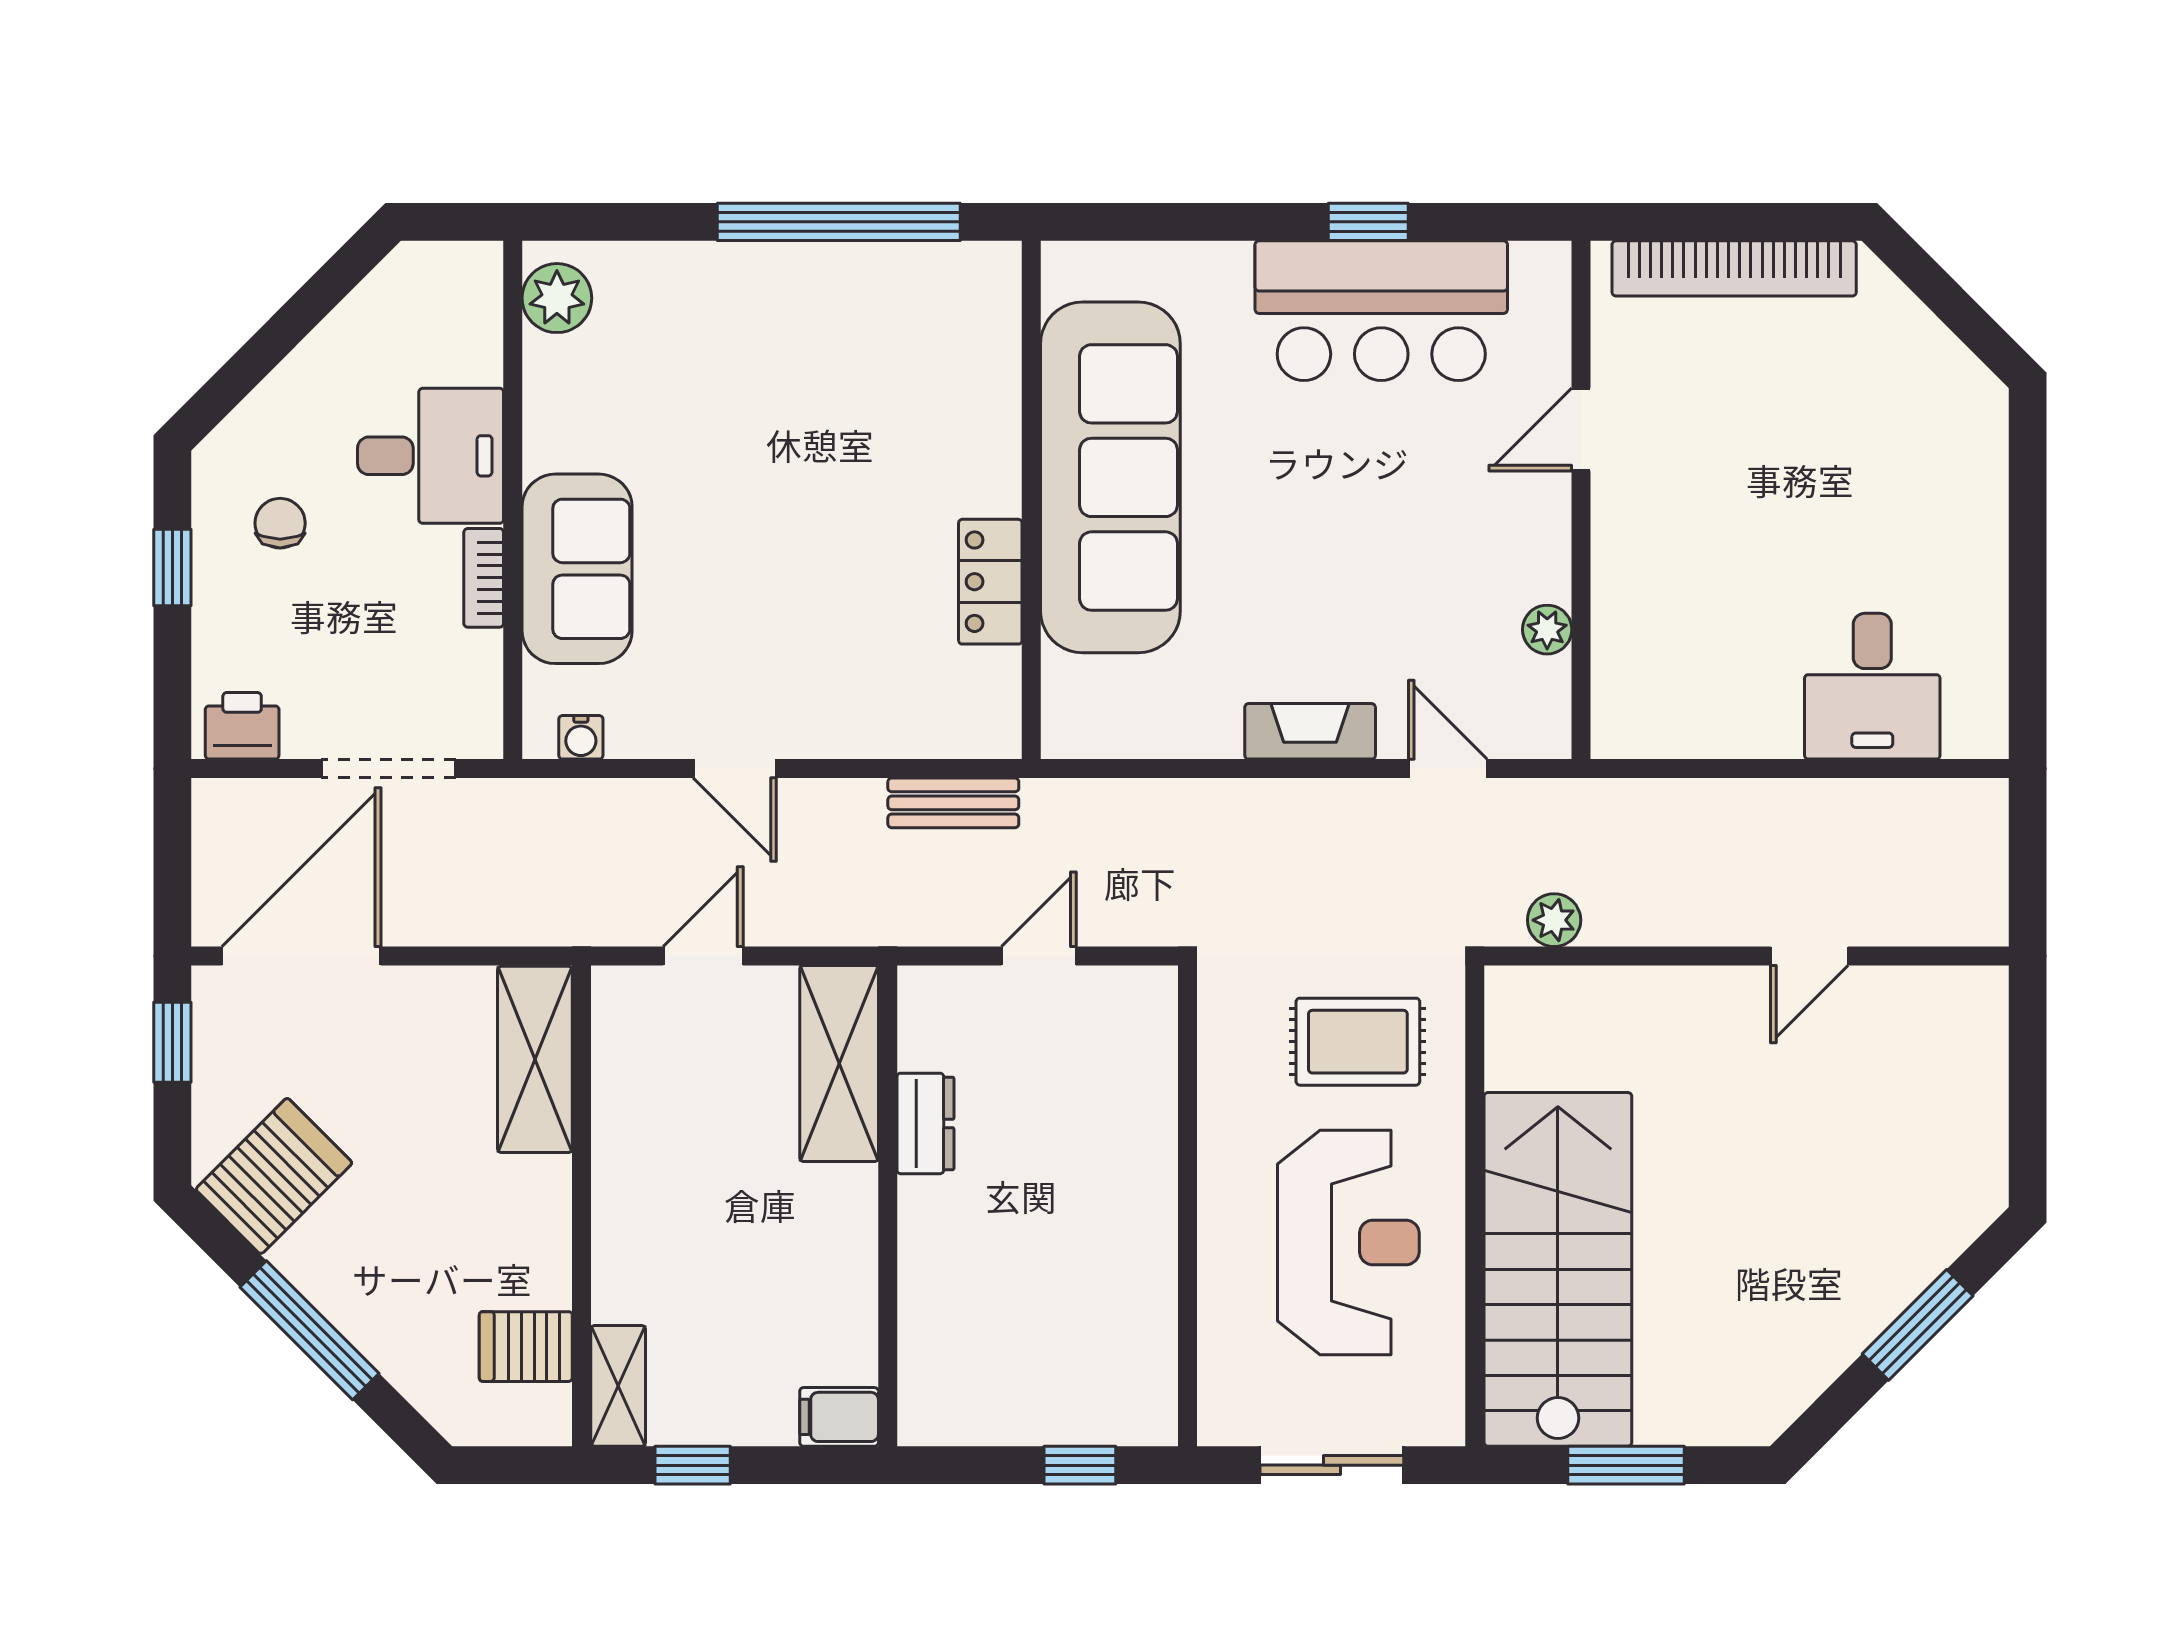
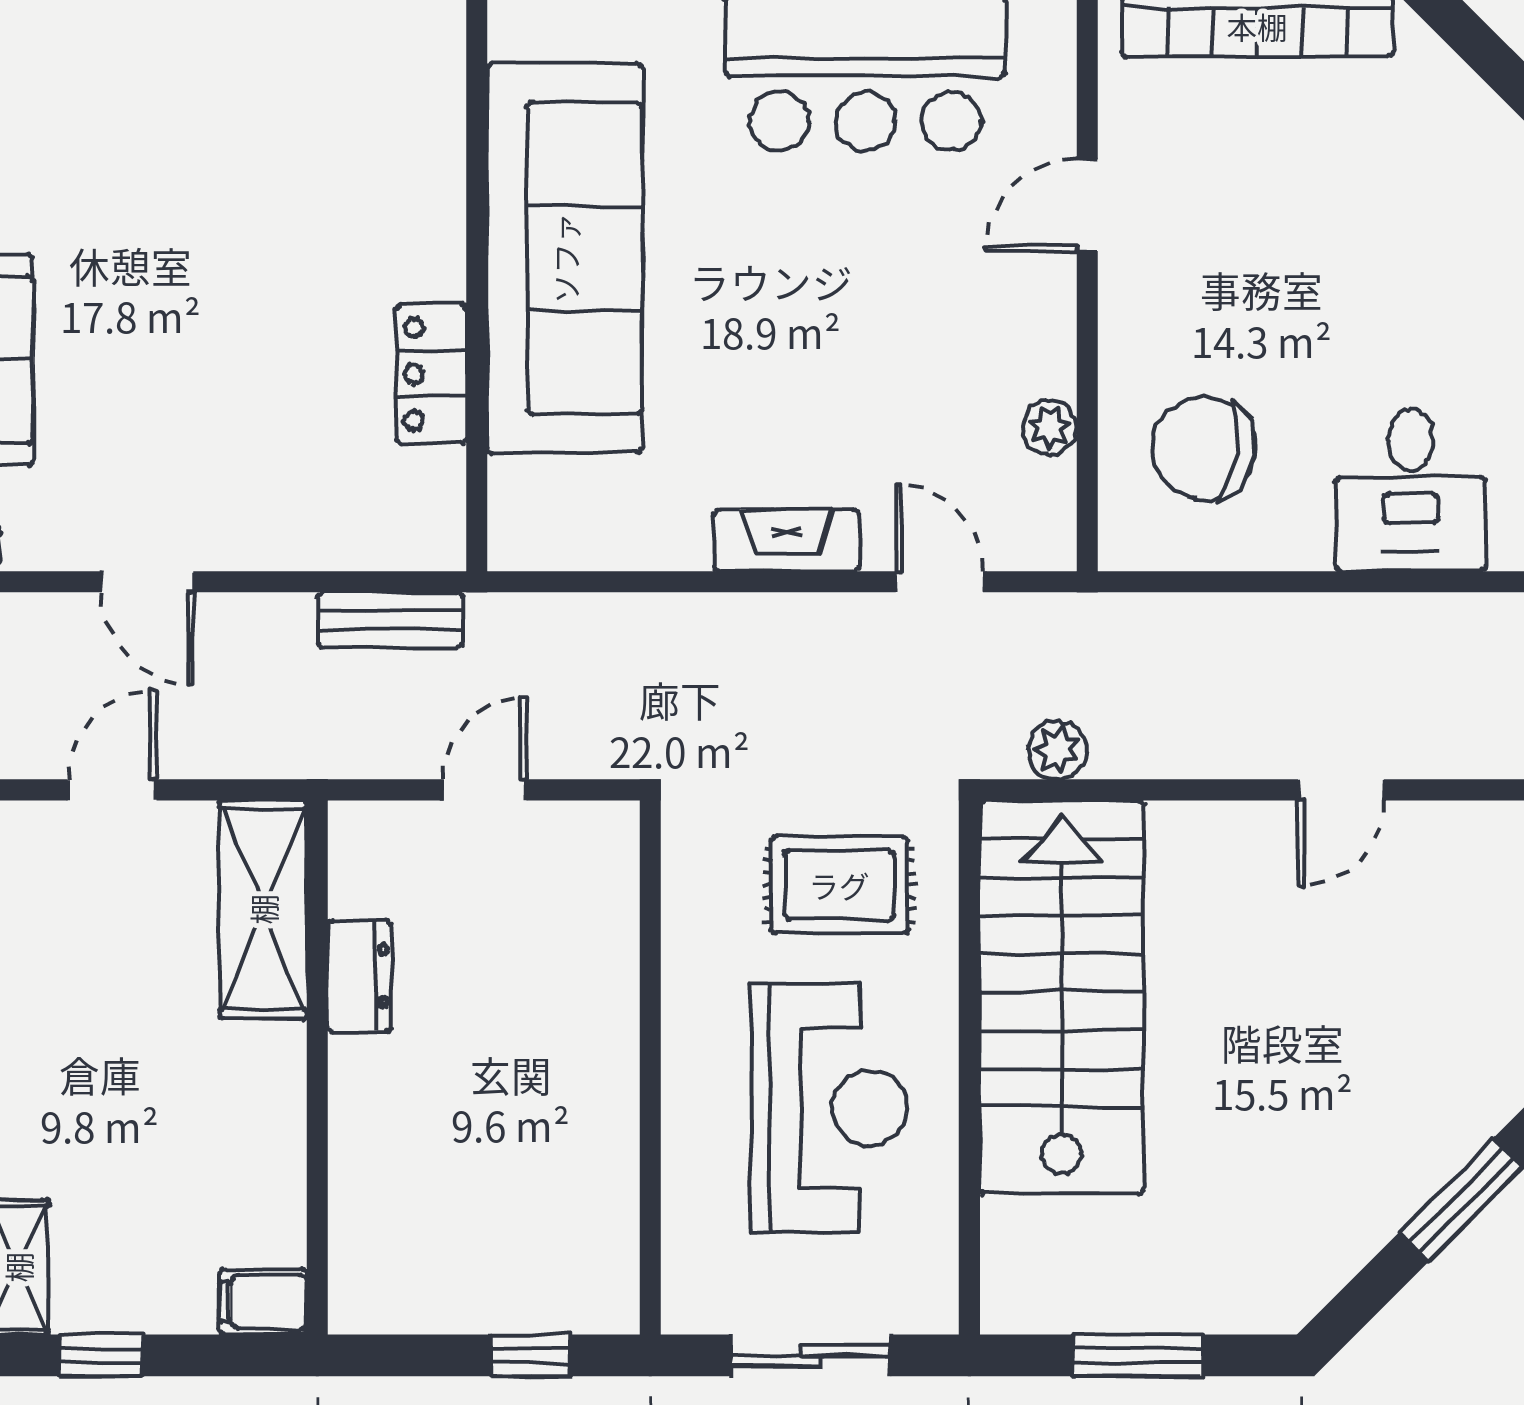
chair: (1686, 649) -> (1204, 448), added
stairs: (1558, 1269) -> (1062, 997), moved

